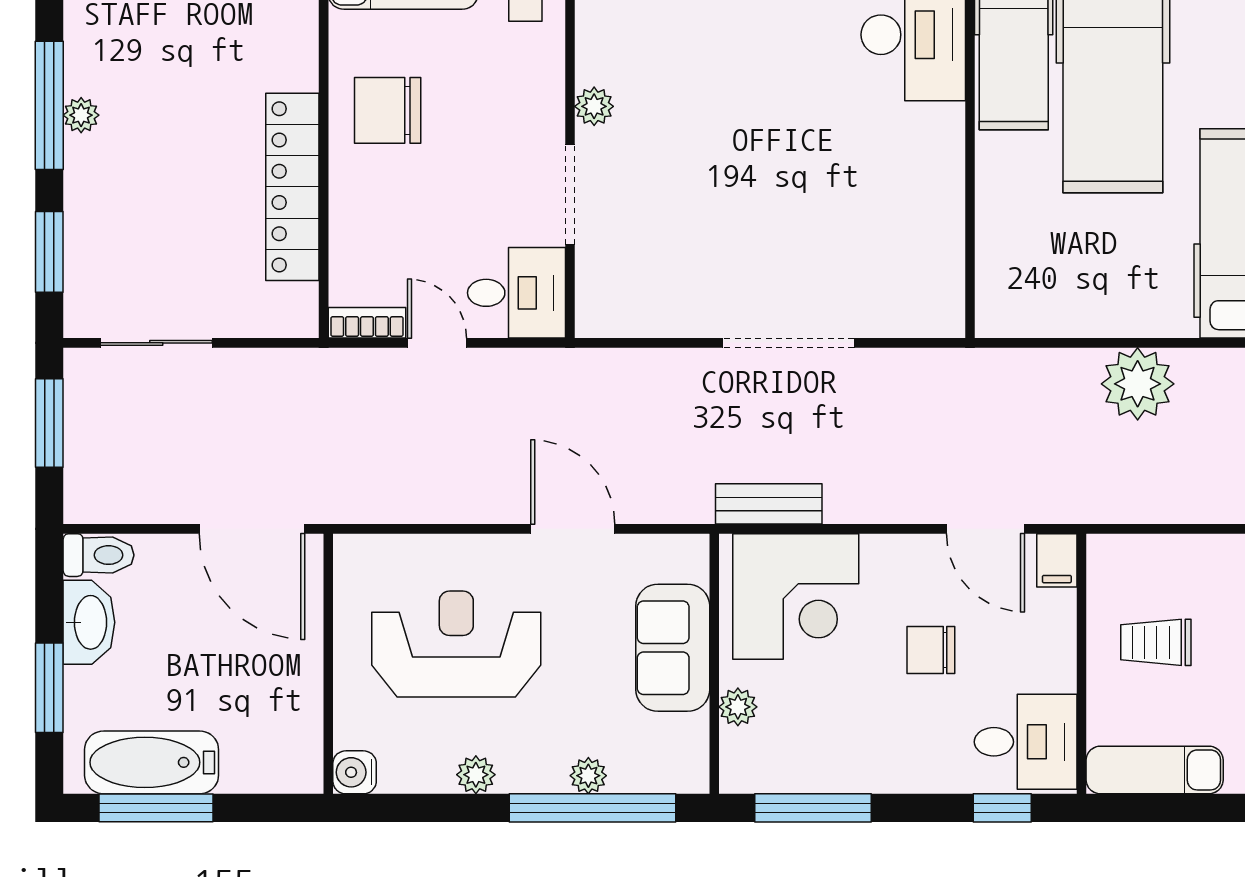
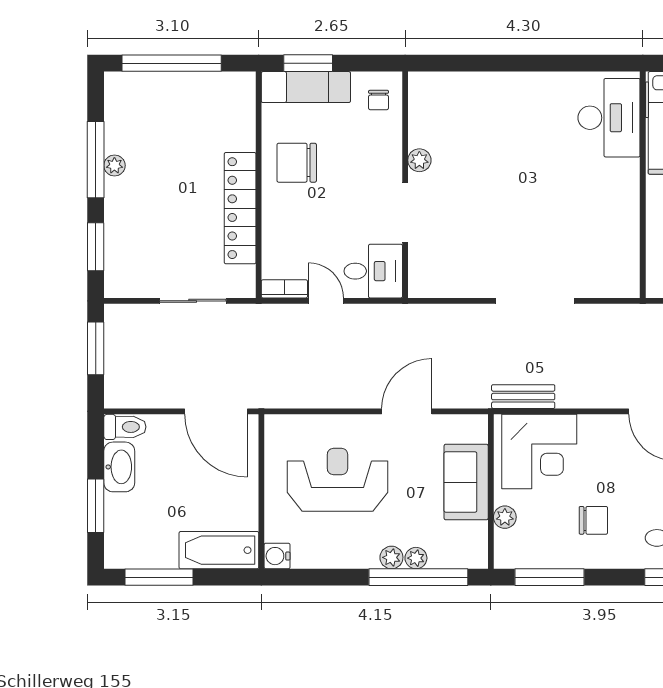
sliding door: (156, 343) -> (193, 301), moved
door: (573, 529) -> (407, 411), hinge flipped
chair: (931, 650) -> (593, 520), moved, turned 180
bathtub: (152, 762) -> (219, 550), moved
plant: (476, 775) -> (391, 557), moved

